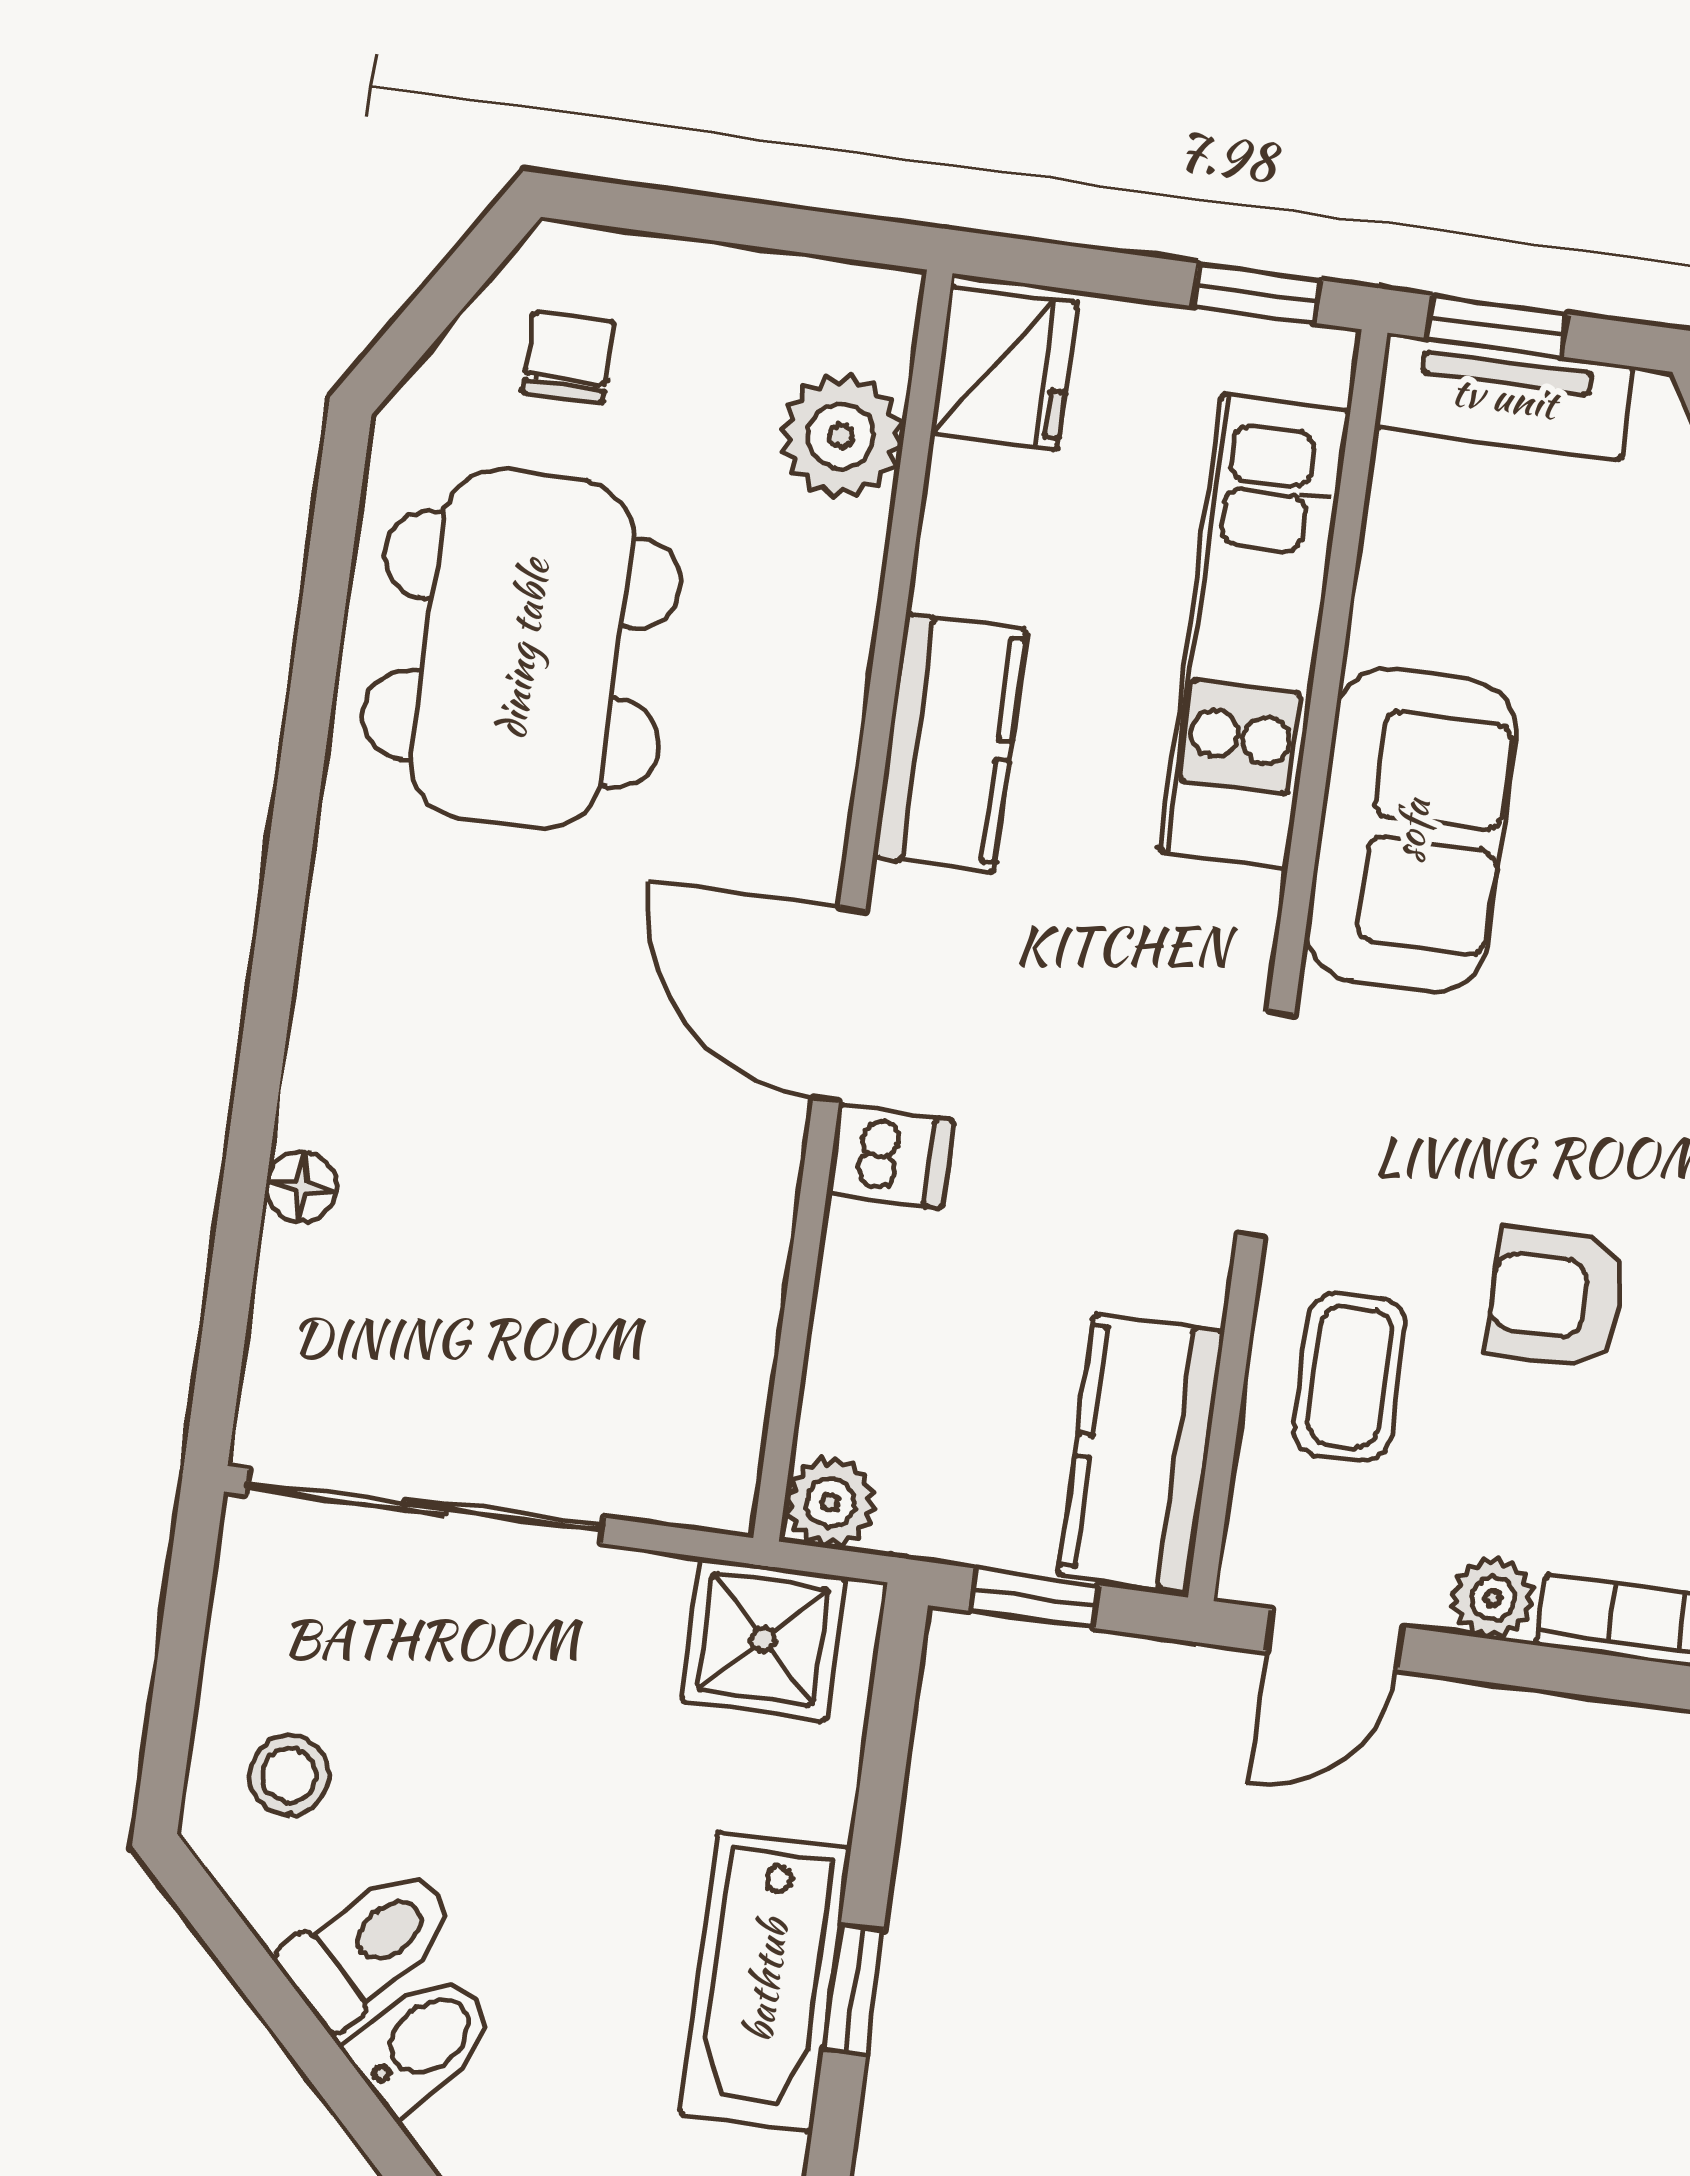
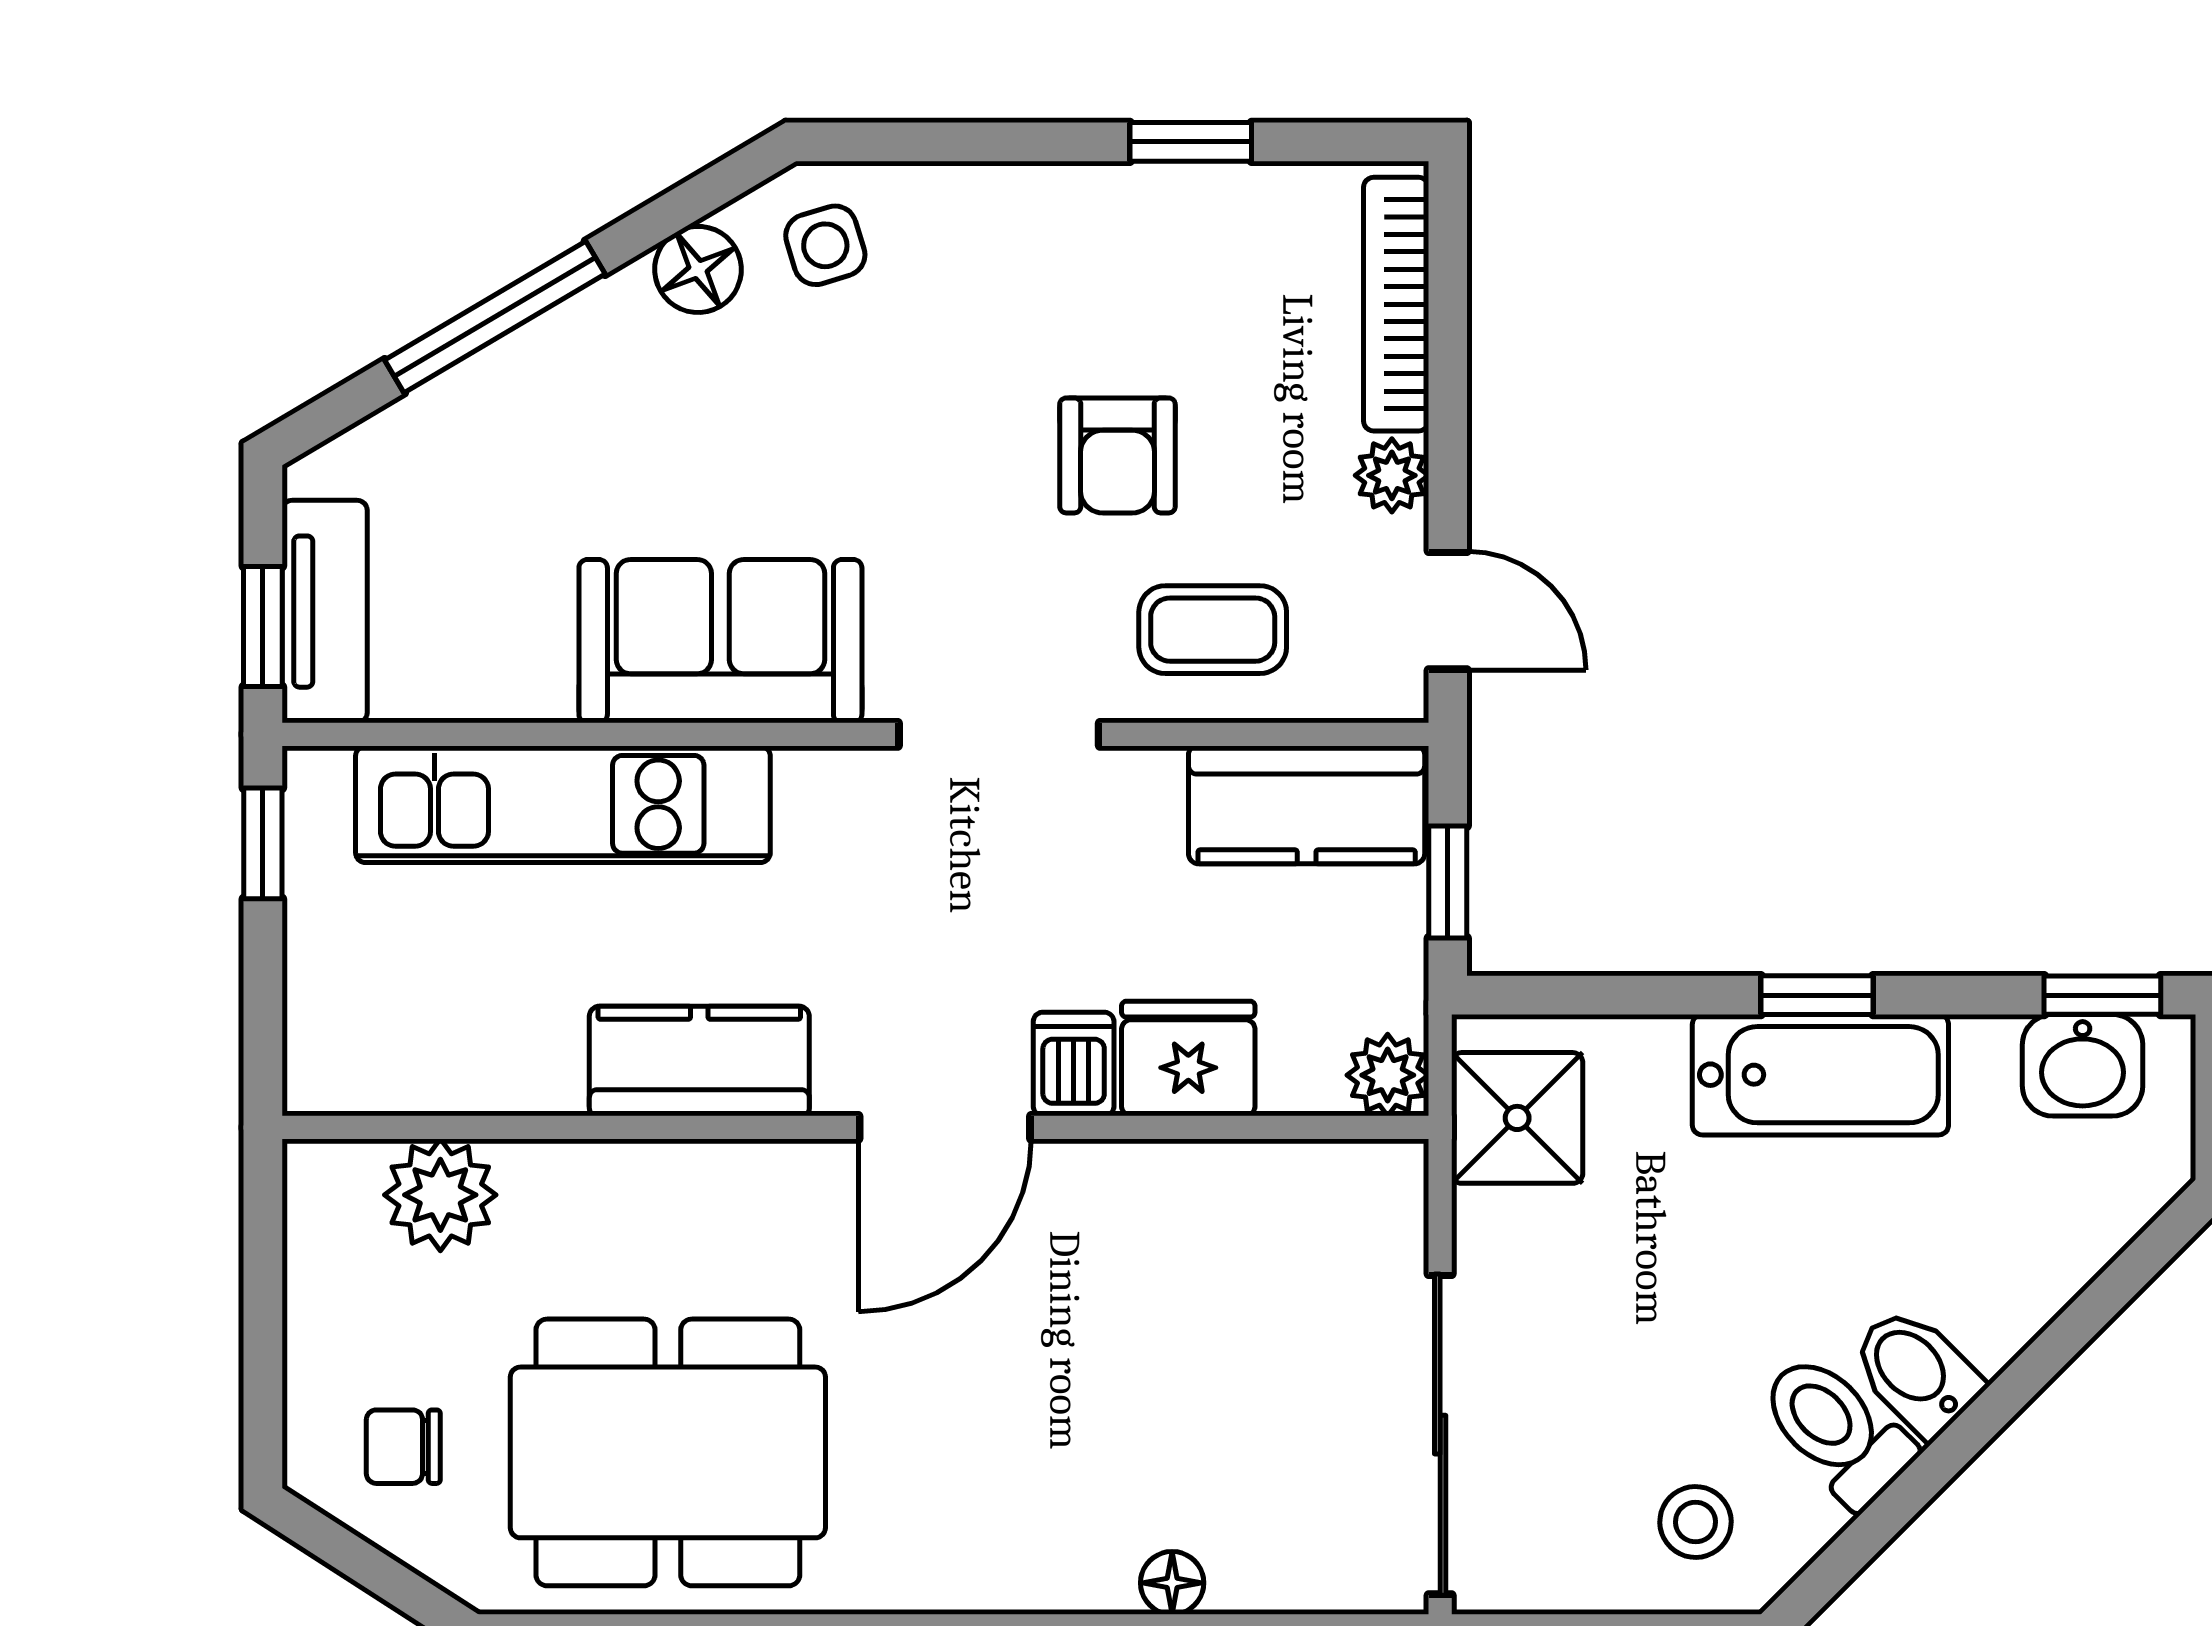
fridge: (1004, 368) -> (1188, 1059), moved

